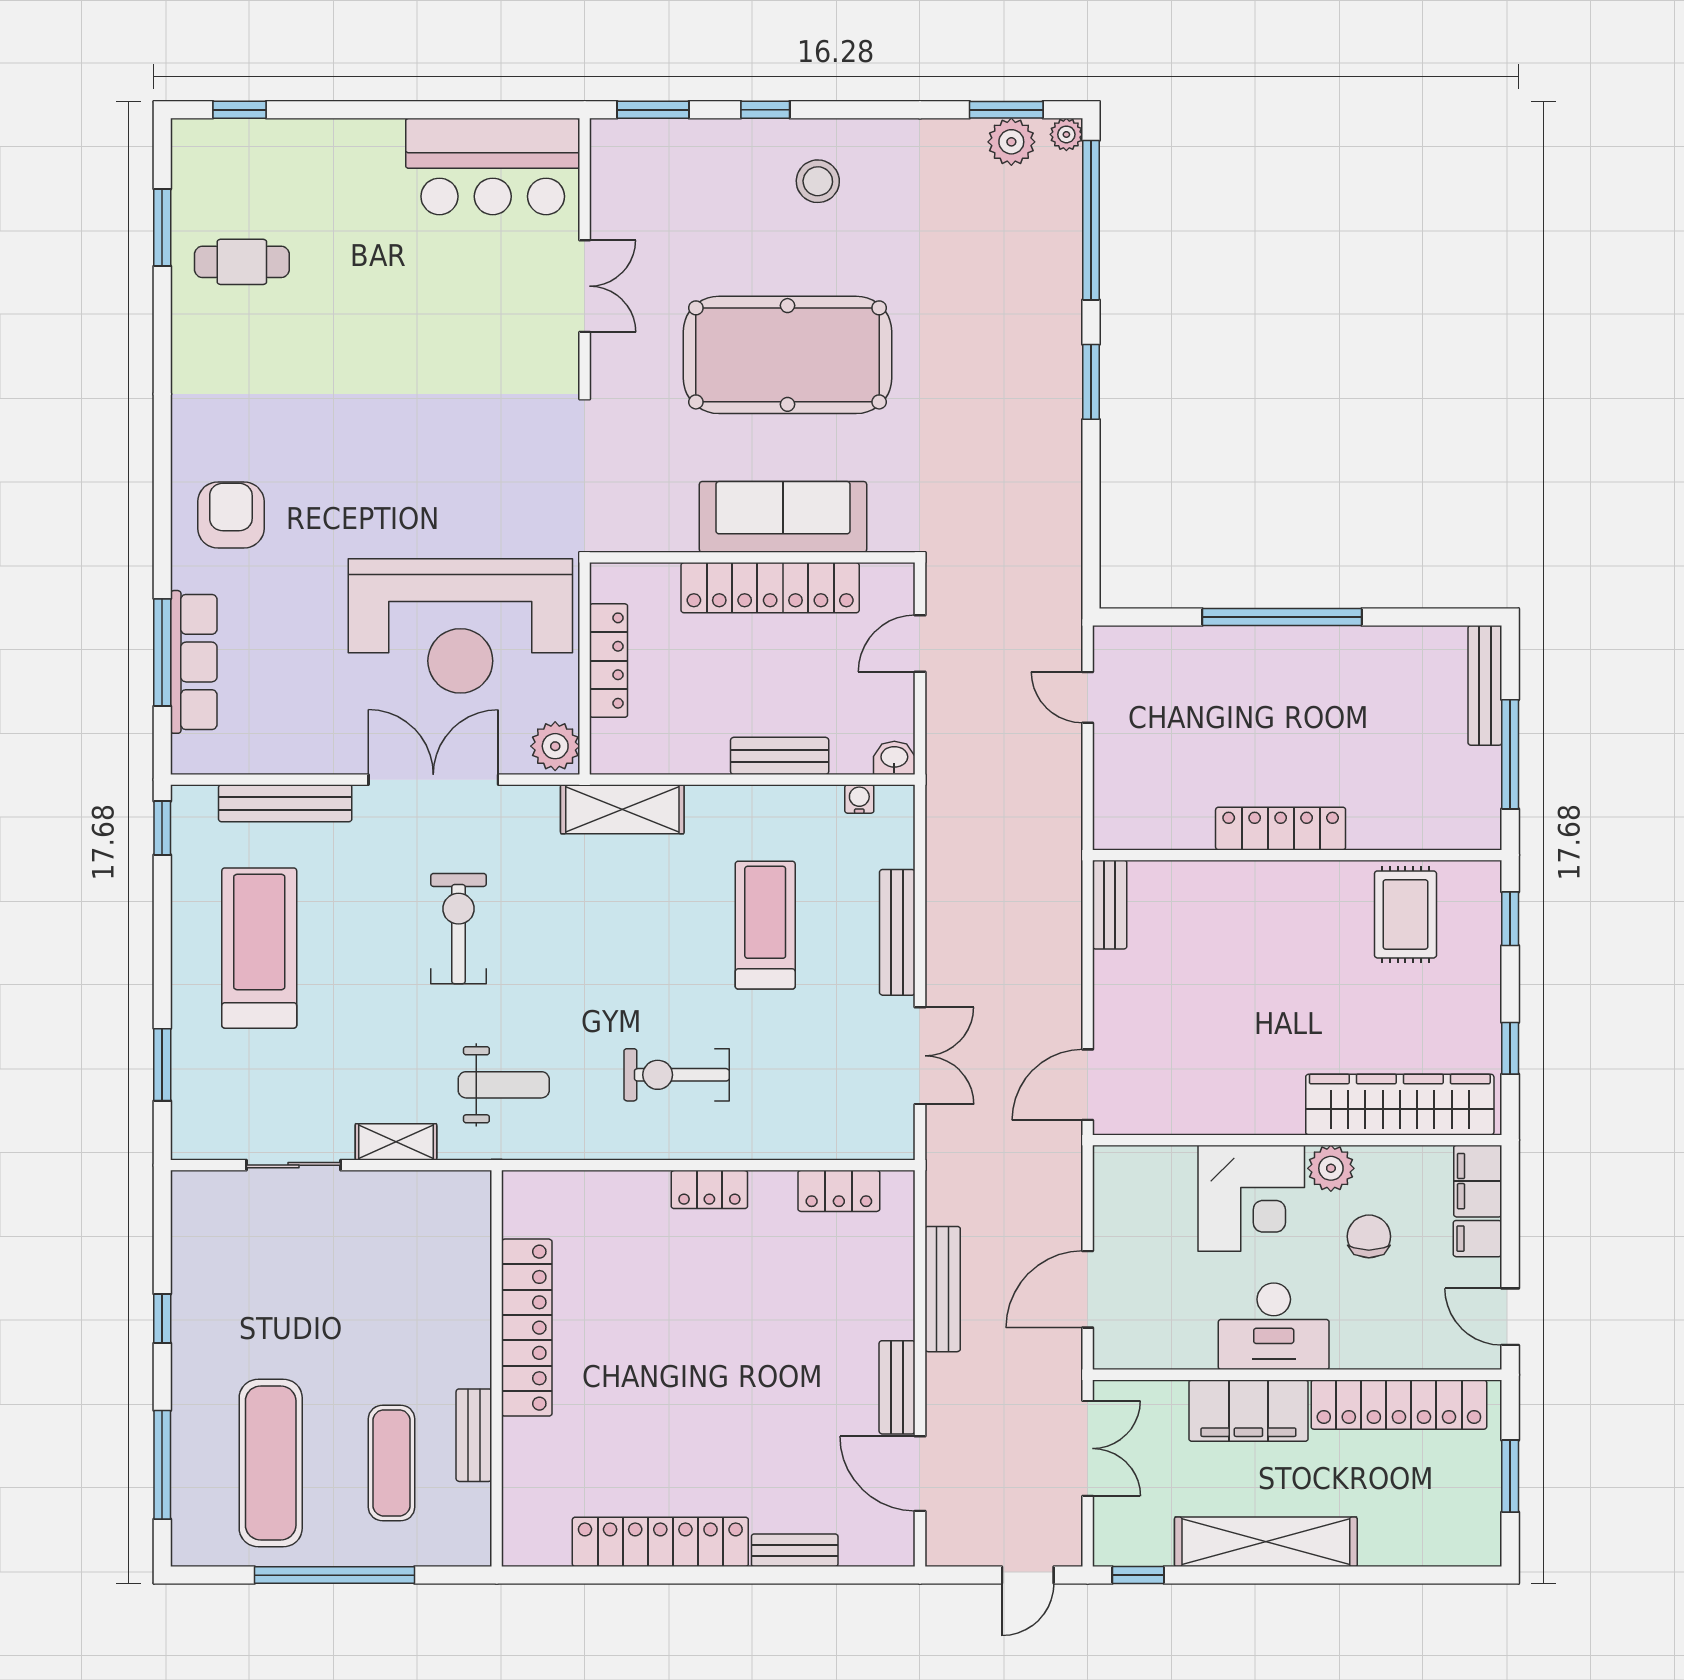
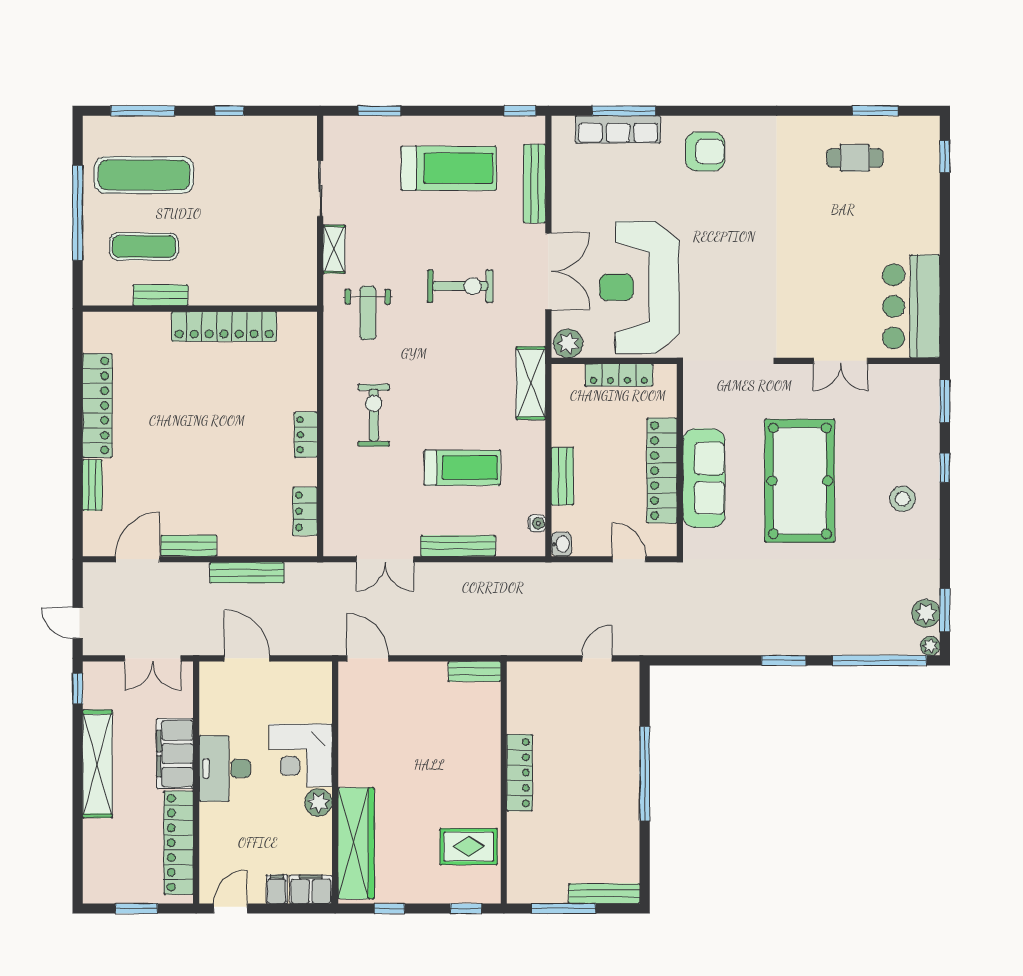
cafe table: (242, 262) -> (855, 158), turned 90
chair: (1369, 1236) -> (278, 825), removed

